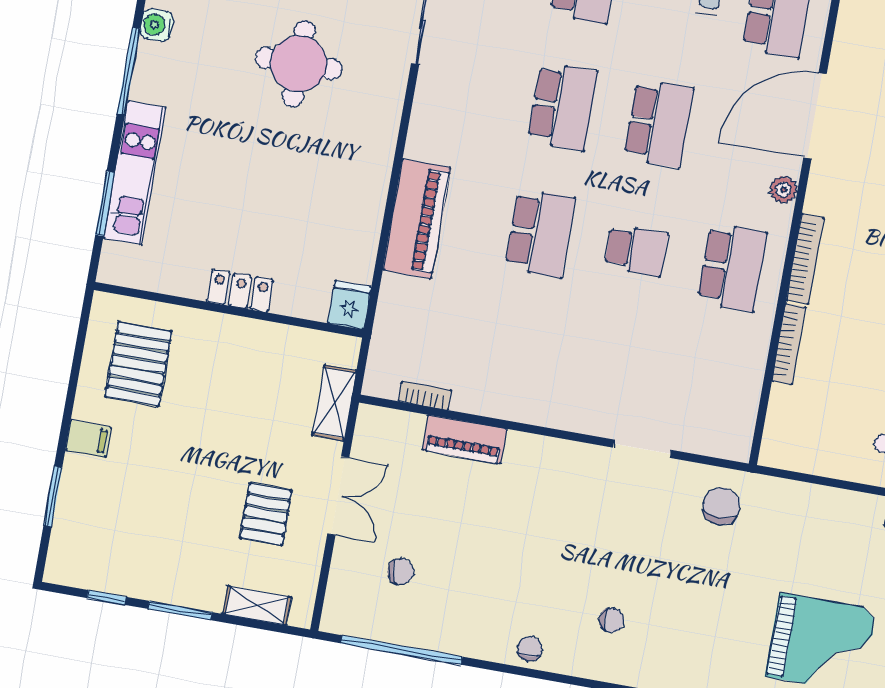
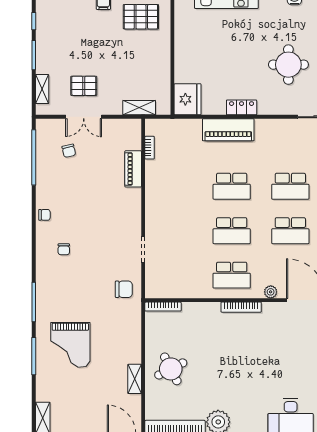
school desk: (636, 250) -> (232, 231), width x1.85
locker: (240, 291) -> (242, 107), moved, turned -90
fridge: (350, 305) -> (188, 99), width x1.88, depth x1.34
bookcase: (789, 344) -> (163, 307), moved
double door: (338, 496) -> (84, 117), moved

